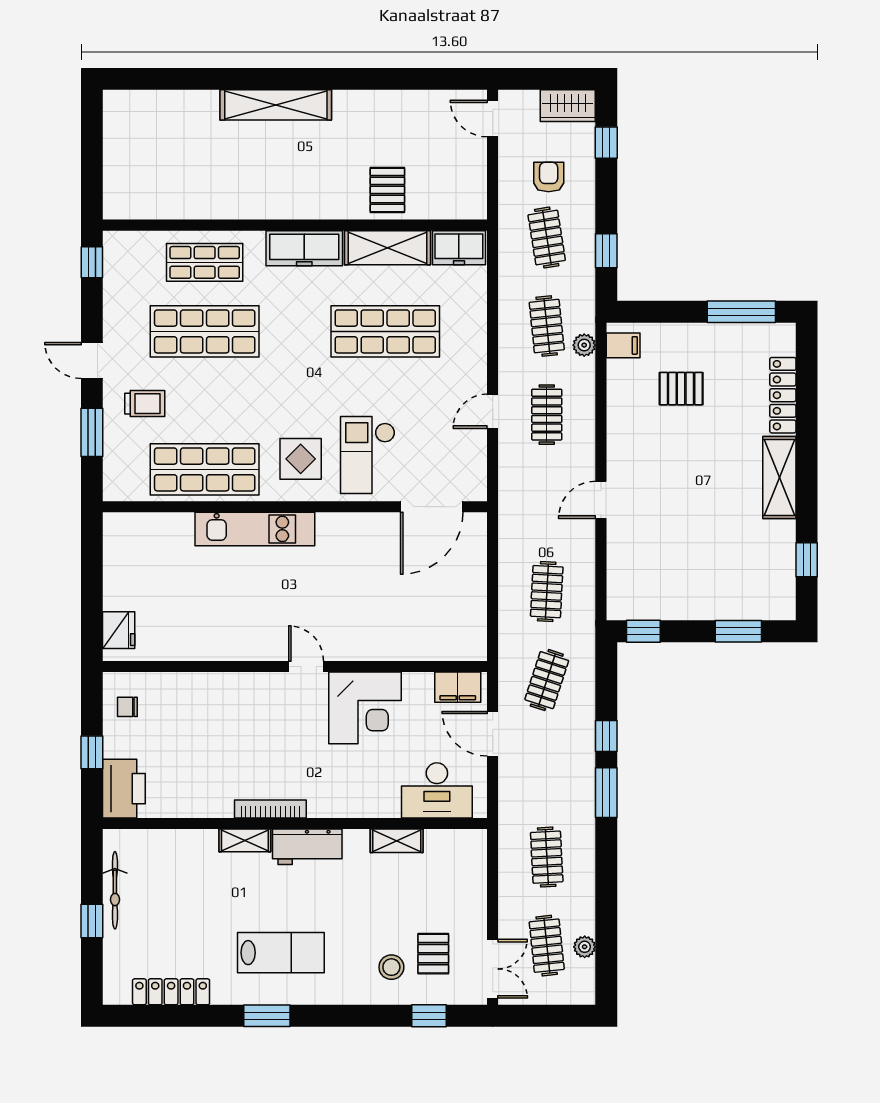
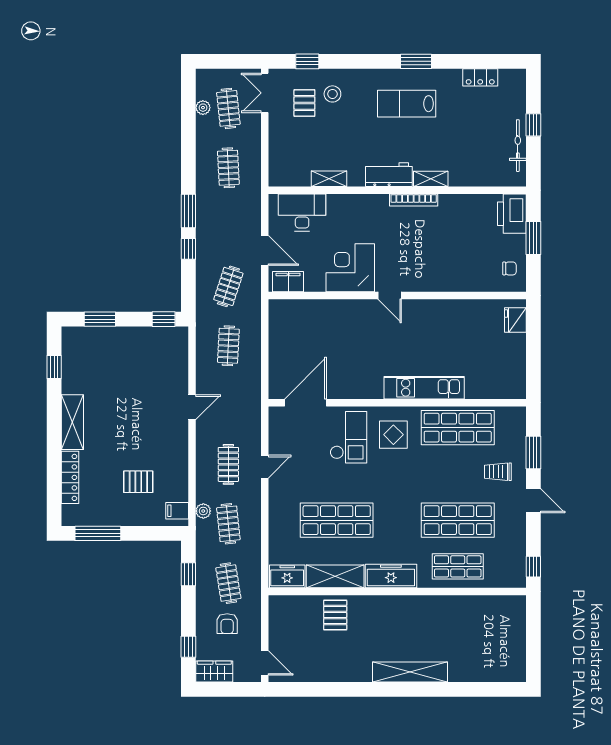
window: (92, 752) -> (533, 238), width x1.50
locker: (171, 992) -> (480, 77), width x0.66

